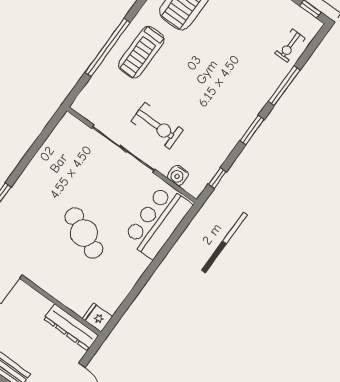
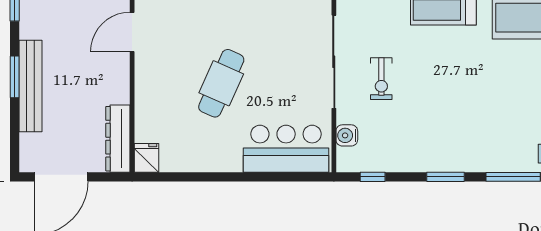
exercise bike: (157, 126) -> (381, 79), width x0.73, depth x0.72

